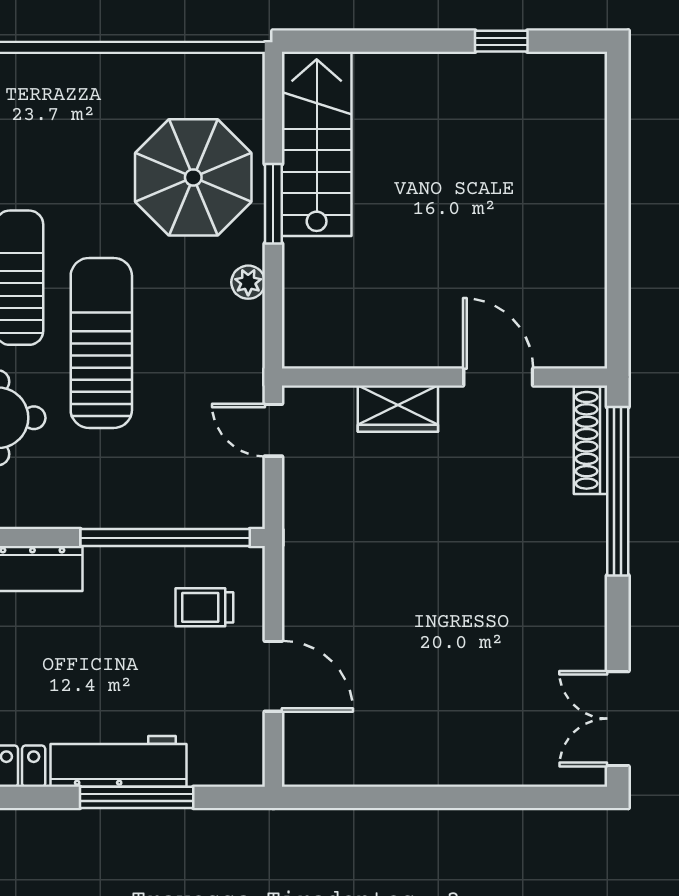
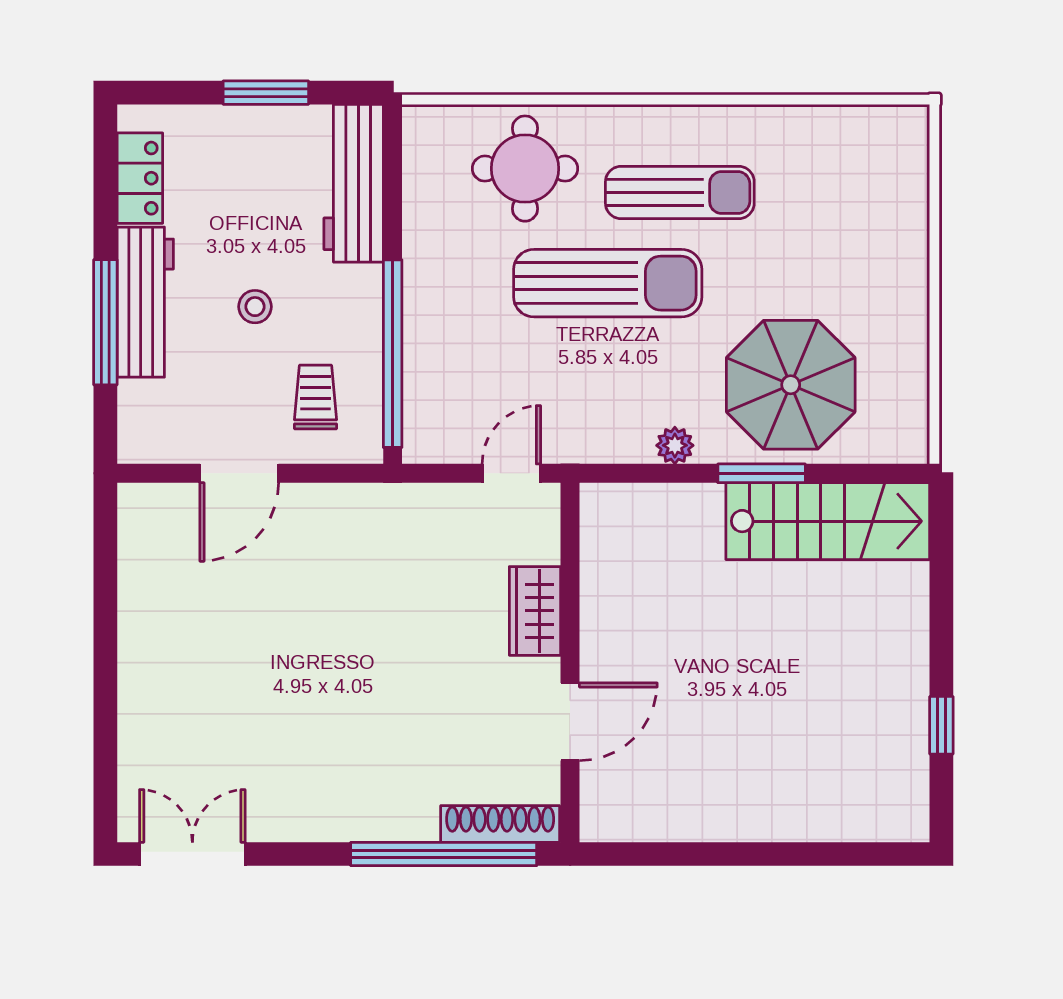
stool: (123, 662) -> (255, 307), added

